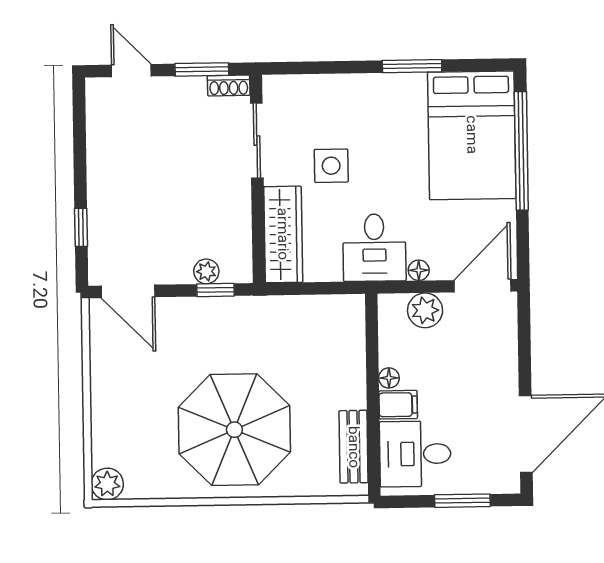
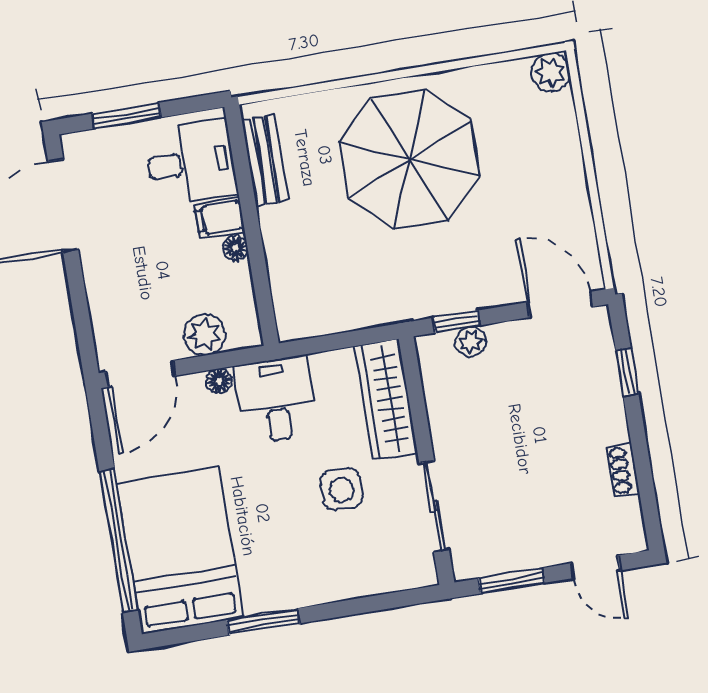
shoe rack: (229, 85) -> (623, 470), moved, turned -90

